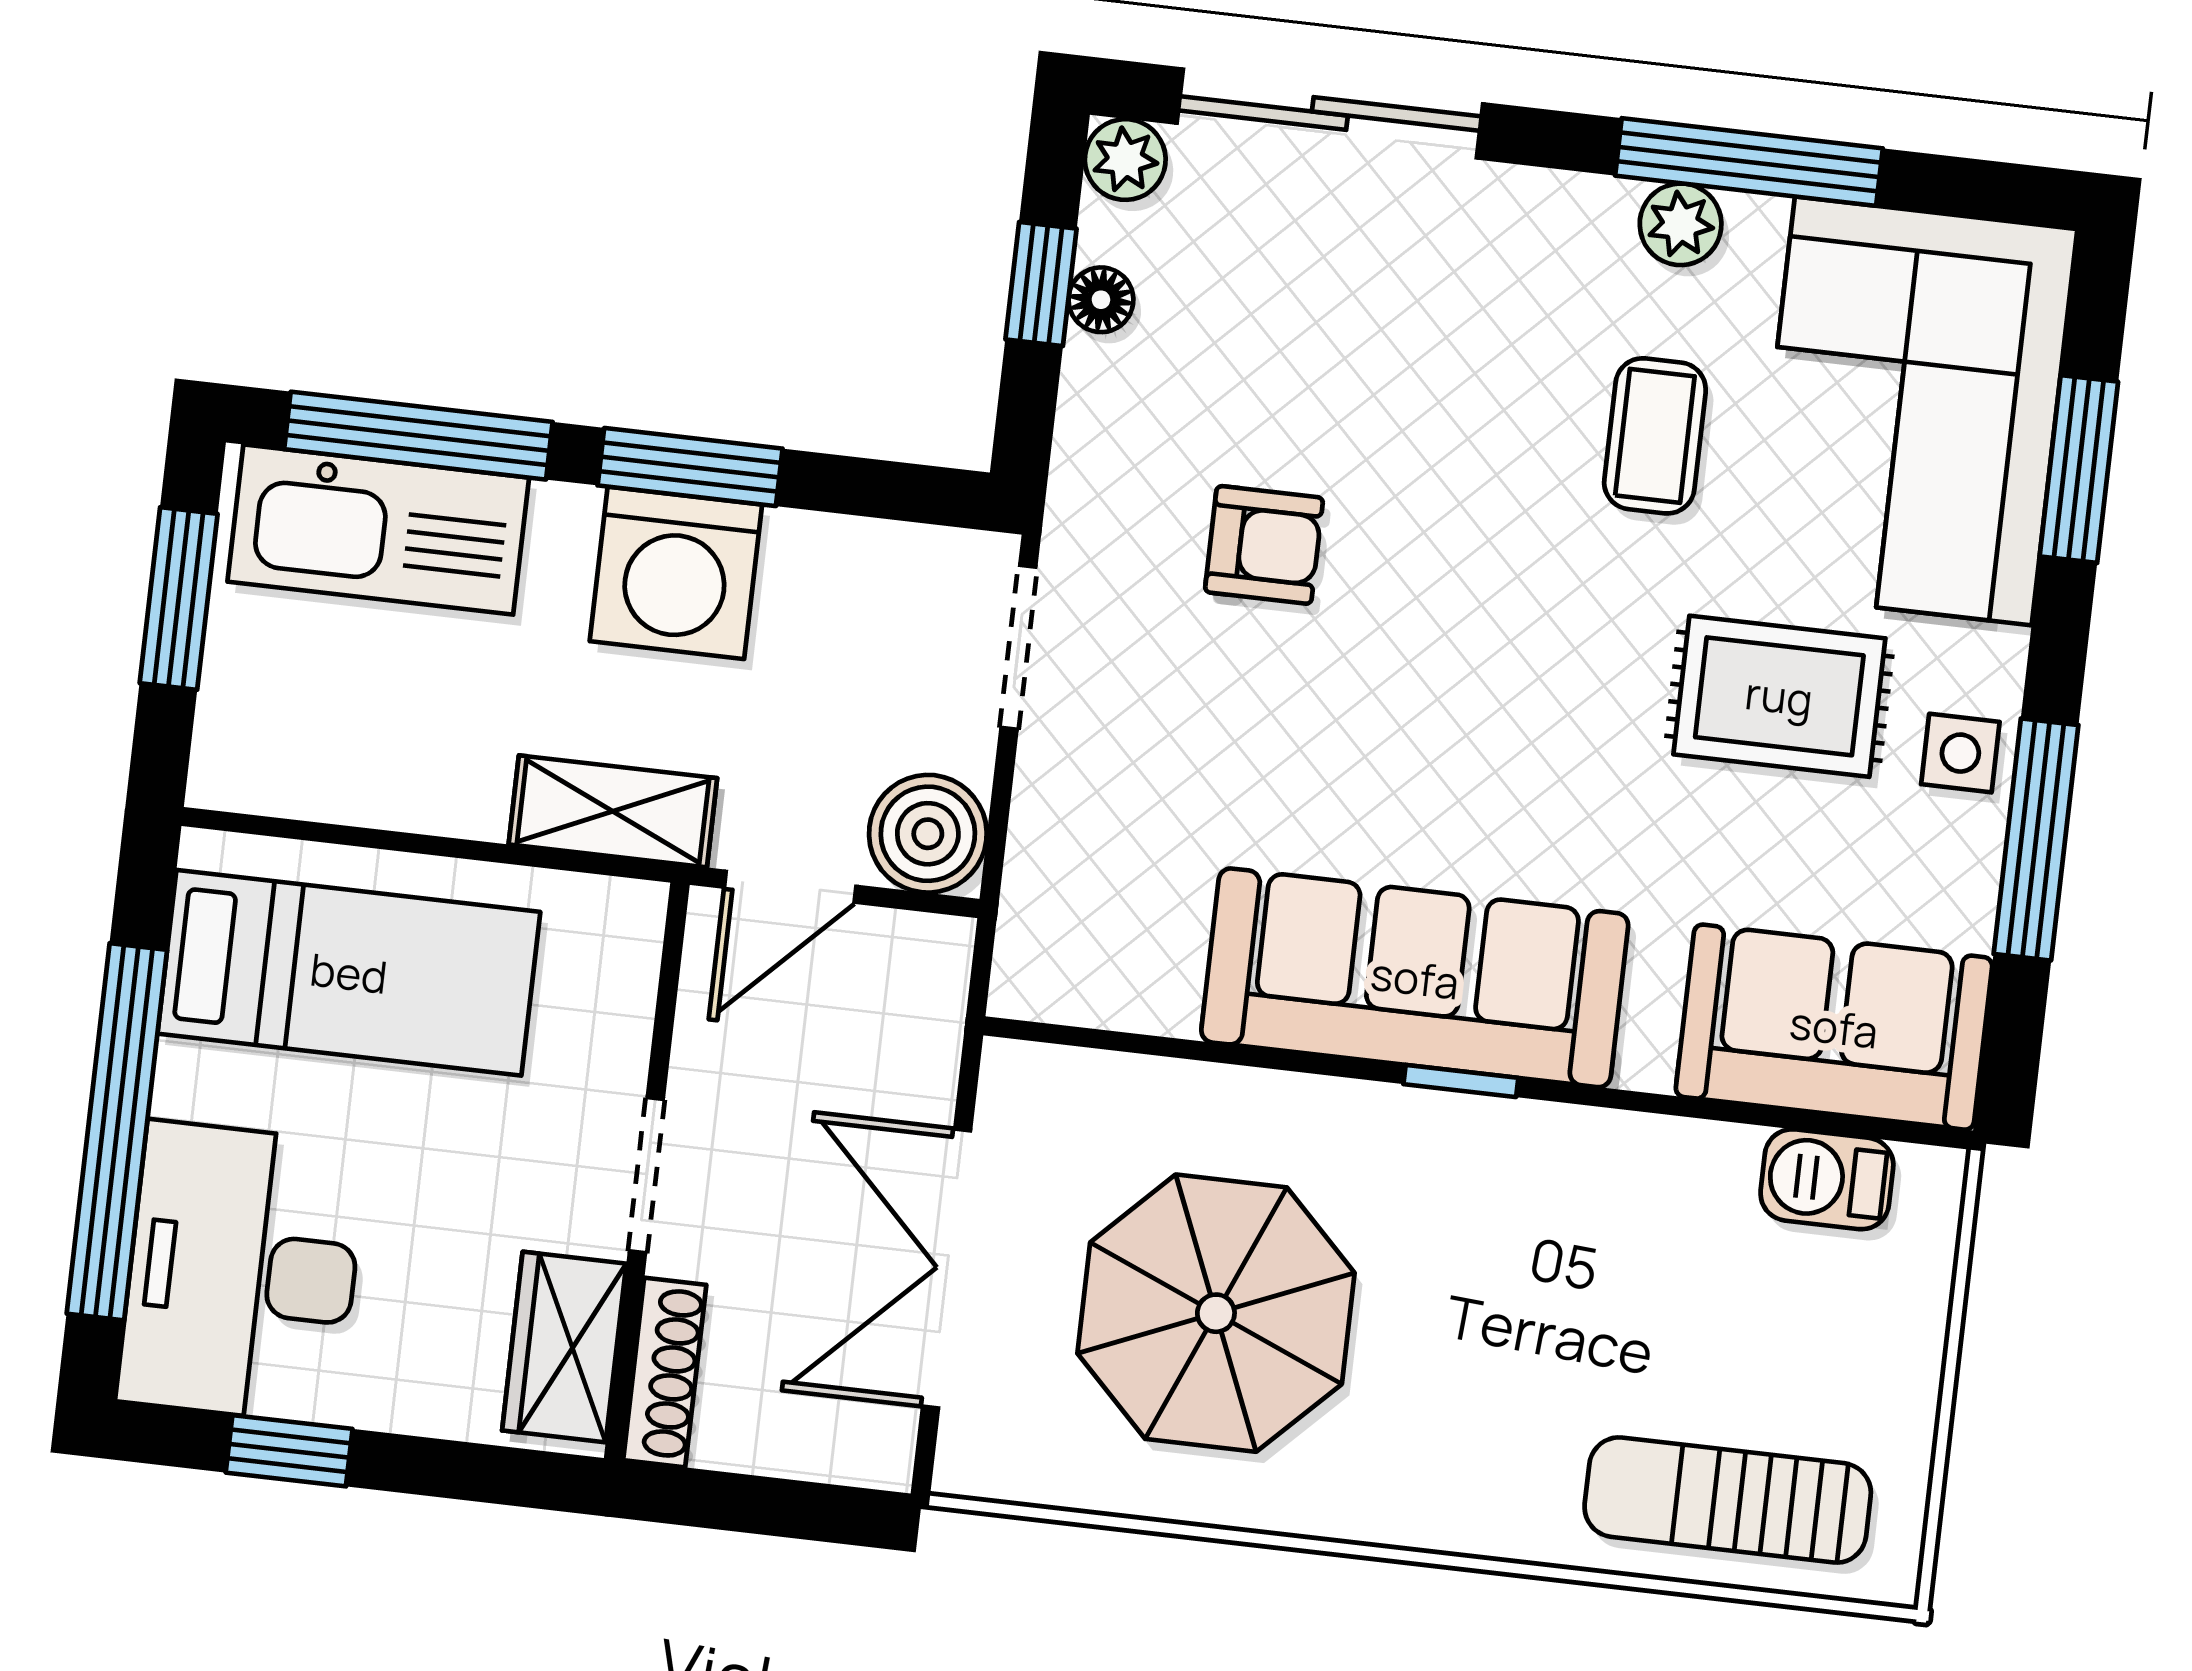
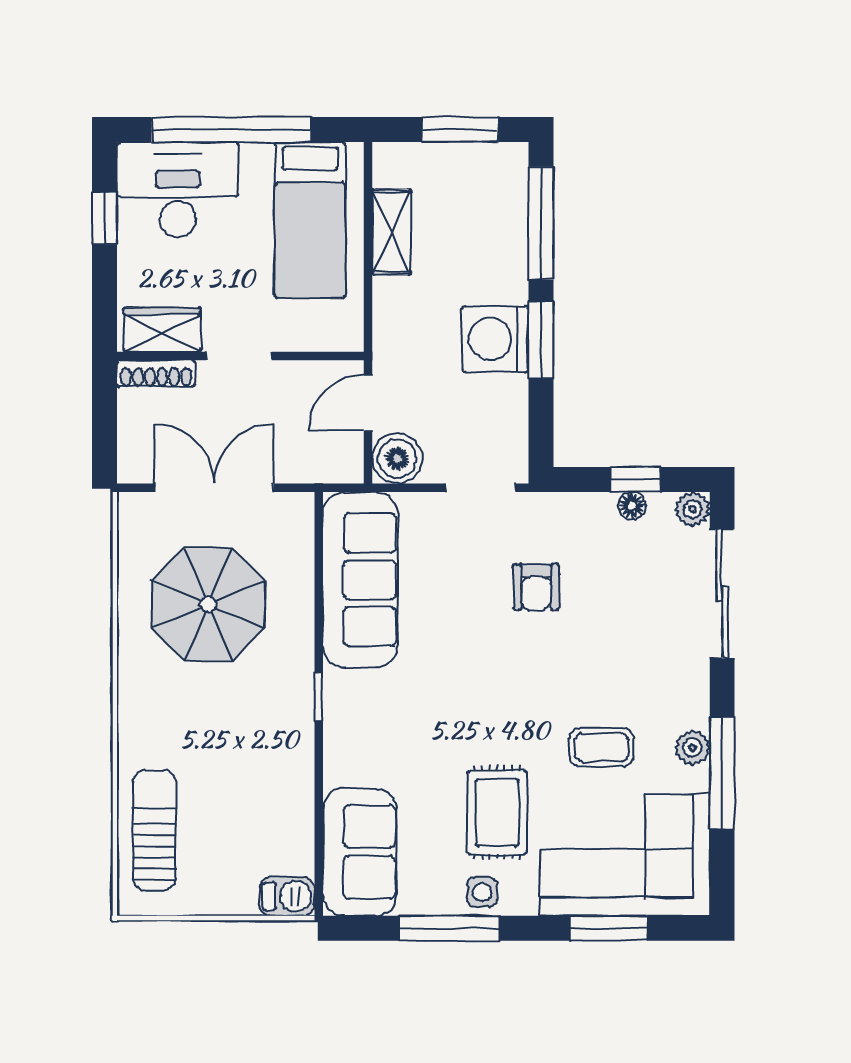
kitchen sink: (378, 530) -> (499, 211), removed
shelving: (613, 811) -> (391, 232), moved
door: (790, 887) -> (368, 403), hinge flipped
sofa: (1415, 978) -> (360, 580), moved
barbecue: (1827, 1179) -> (287, 896), moved, turned 90

